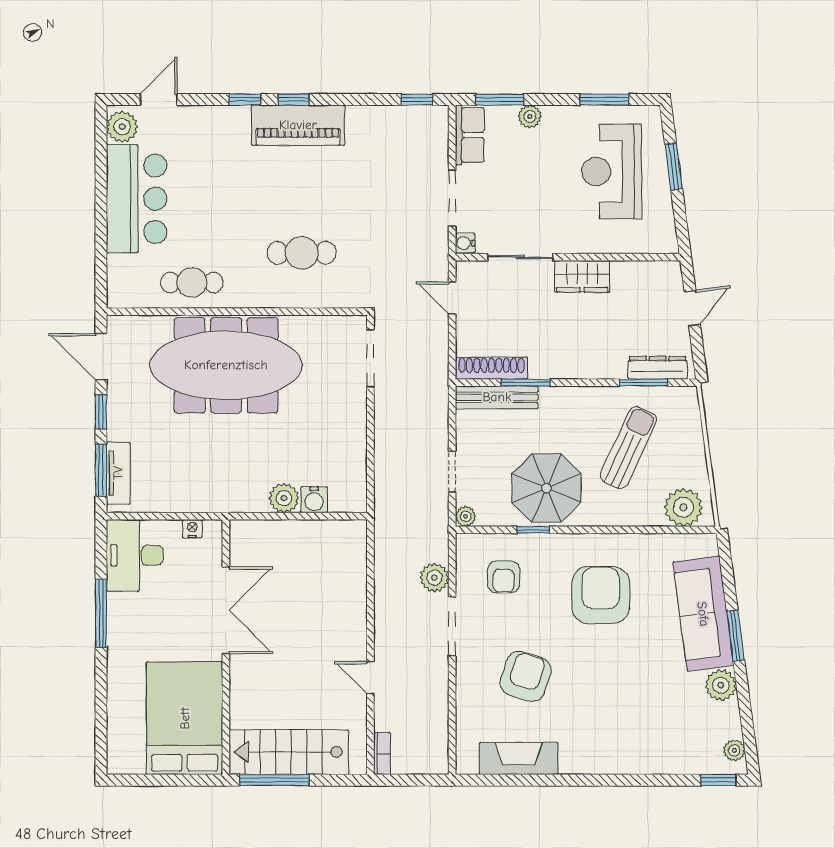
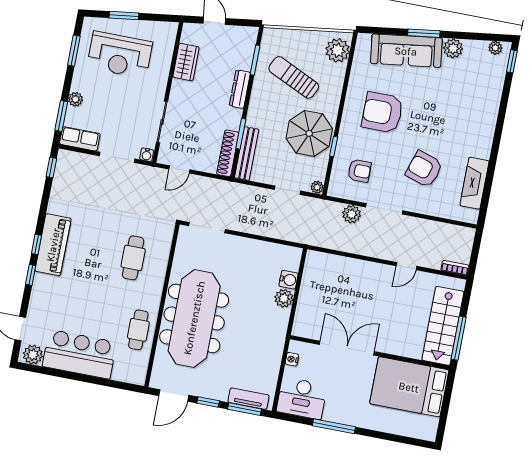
wardrobe: (582, 276) -> (186, 62), moved
dresser: (658, 368) -> (240, 89), moved

